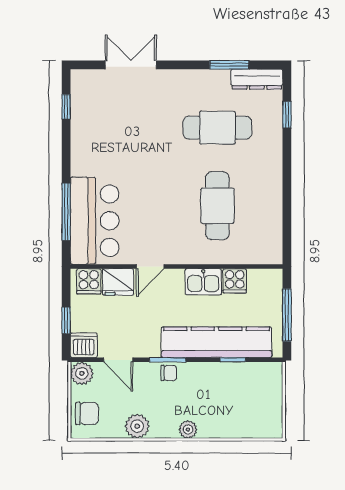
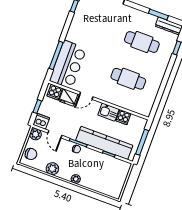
cafe table: (217, 206) -> (128, 79), turned 90

